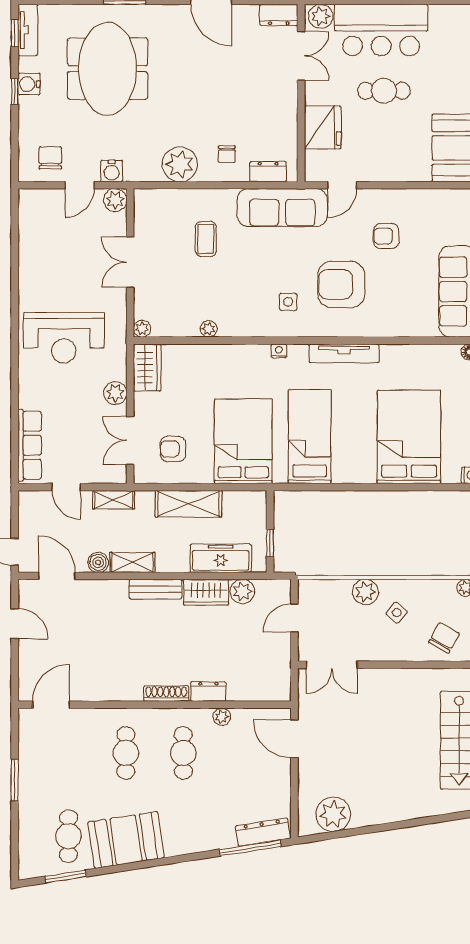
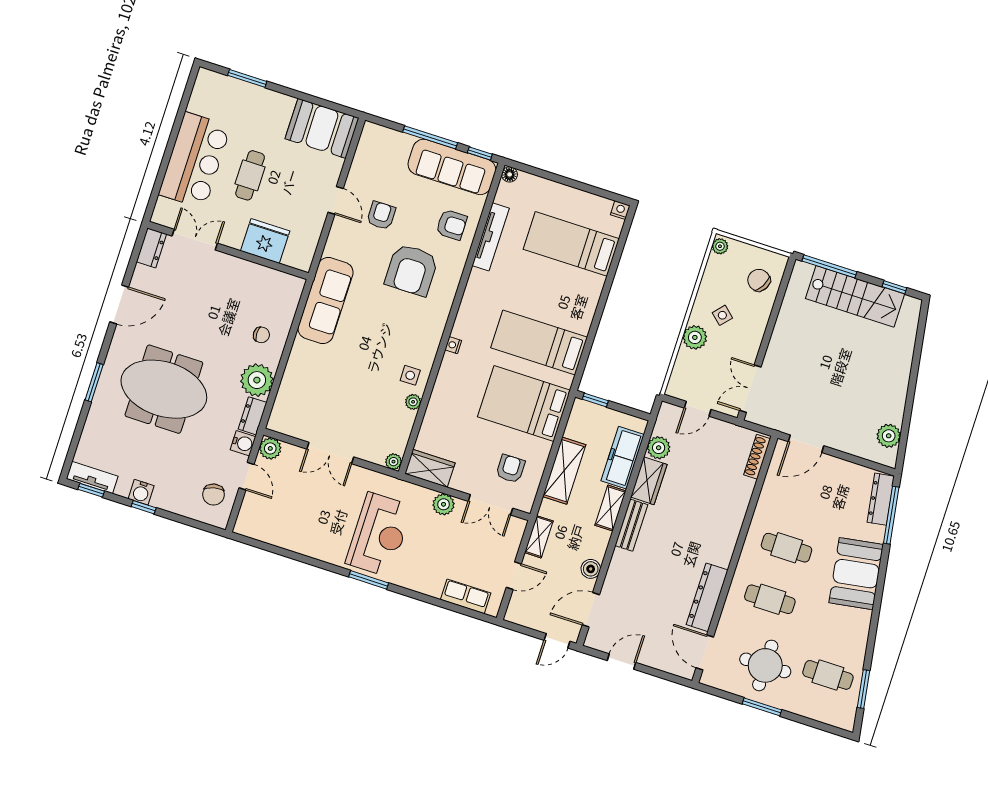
plant: (321, 16) -> (165, 211), removed
meeting table: (108, 69) -> (164, 389), moved
chair: (50, 158) -> (214, 495), turned -103
dresser: (268, 172) -> (253, 416), moved
door: (342, 185) -> (336, 200), moved
armchair: (386, 236) -> (381, 215), turned 180
coffee table: (206, 239) -> (331, 378), removed
side table: (288, 302) -> (410, 375), moved
armchair: (400, 310) -> (452, 225), added
window: (15, 342) -> (369, 580), added
tv unit: (344, 353) -> (491, 237), moved
bed: (409, 437) -> (571, 244), width x0.67
row of seats: (30, 445) -> (466, 596), width x0.68
armchair: (173, 449) -> (510, 469), turned 180
window: (270, 543) -> (595, 400), moved
shelving: (132, 562) -> (610, 508), moved
door: (294, 618) -> (698, 409), hinge flipped
double door: (332, 665) -> (750, 389), swing flipped
dresser: (208, 691) -> (707, 597), moved, width x1.96, depth x1.24
shoe rack: (166, 694) -> (757, 457), moved
plant: (222, 717) -> (765, 503), removed
round table: (58, 770) -> (765, 665), added
plant: (333, 814) -> (889, 436), width x0.73, depth x0.73
booth: (126, 840) -> (856, 574), moved

